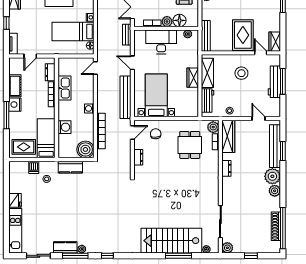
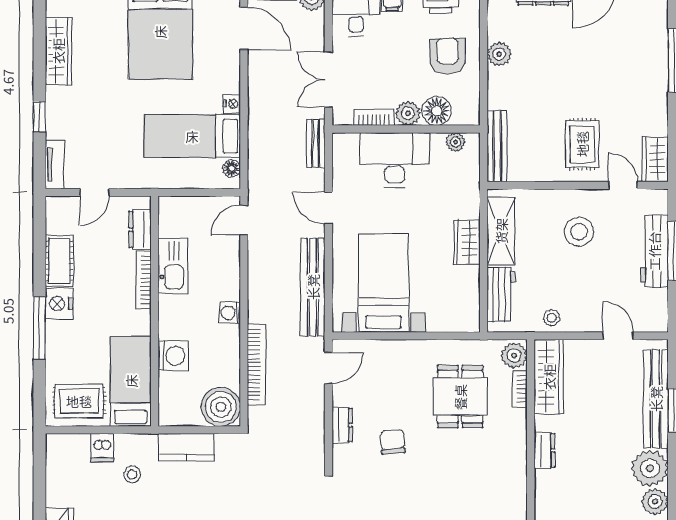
rug: (243, 35) -> (582, 144), width x0.73, depth x0.70
chair: (156, 134) -> (393, 442), moved

